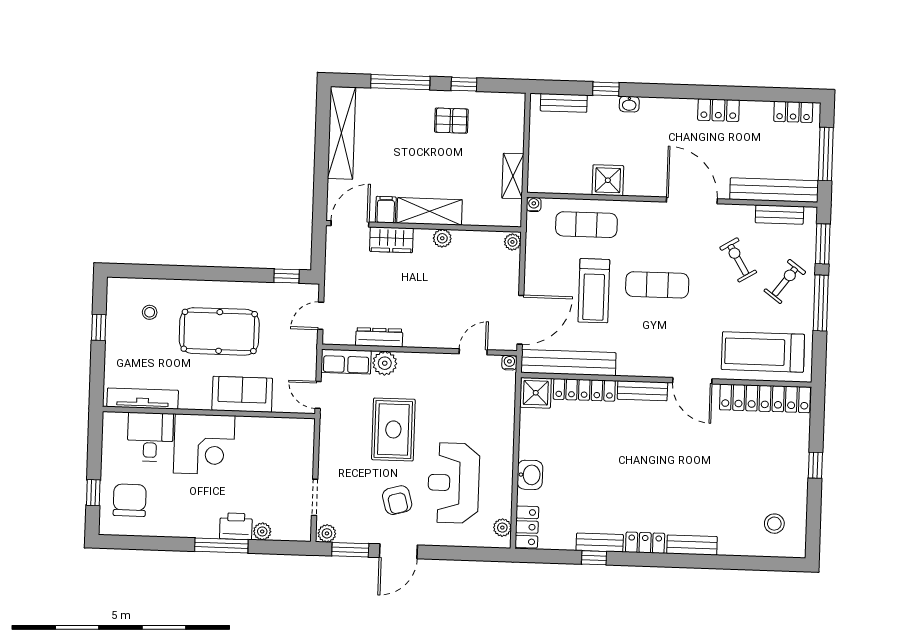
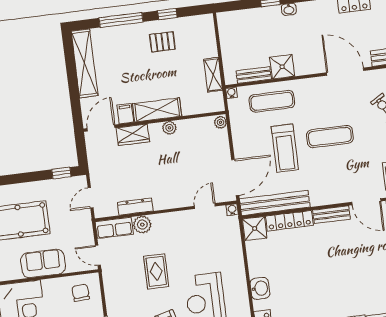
bench: (564, 103) -> (254, 75), moved
rug: (393, 429) -> (156, 271), width x0.73, depth x0.70
chair: (287, 442) -> (81, 293), added

